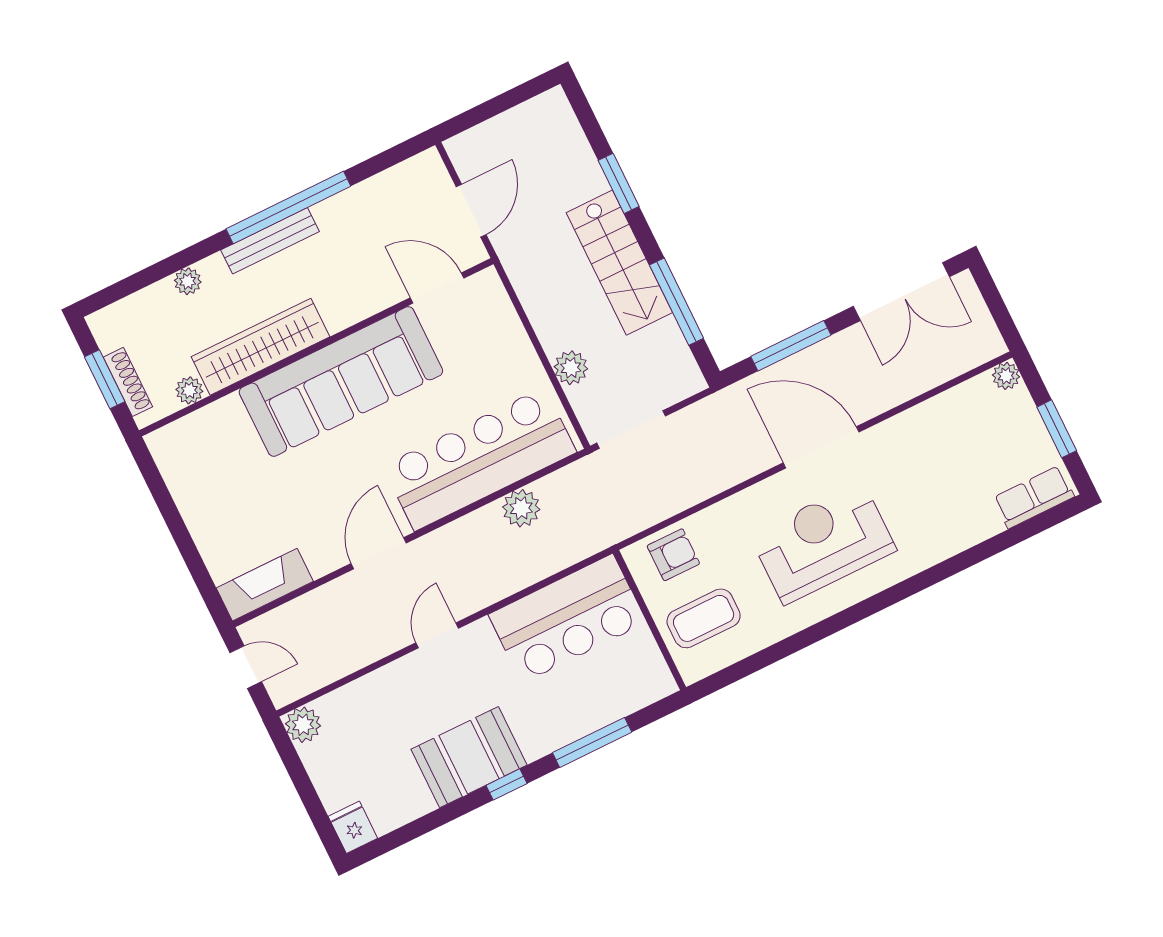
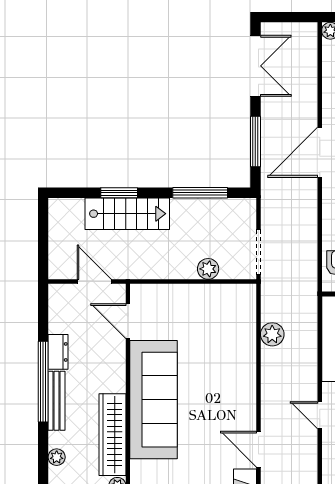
dresser: (342, 208) -> (58, 352), added
stairs: (619, 263) -> (127, 214), moved
door: (437, 288) -> (128, 321), hinge flipped
bar counter: (480, 459) -> (234, 344), removed
door: (379, 553) -> (258, 449), moved

